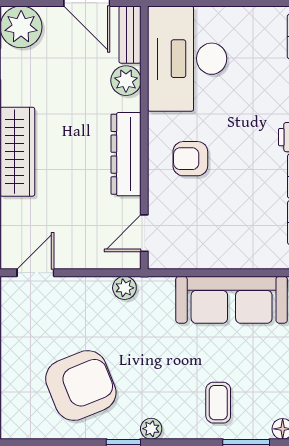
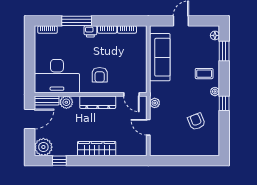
door: (35, 273) -> (148, 127), moved
armchair: (81, 386) -> (196, 122), width x0.53, depth x0.53
coffee table: (218, 403) -> (204, 74), moved

